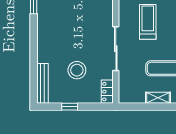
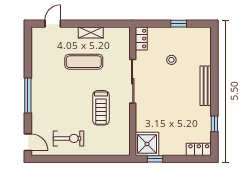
stool: (77, 70) -> (171, 60), width x0.53, depth x0.53
bench: (42, 83) -> (206, 86), moved

